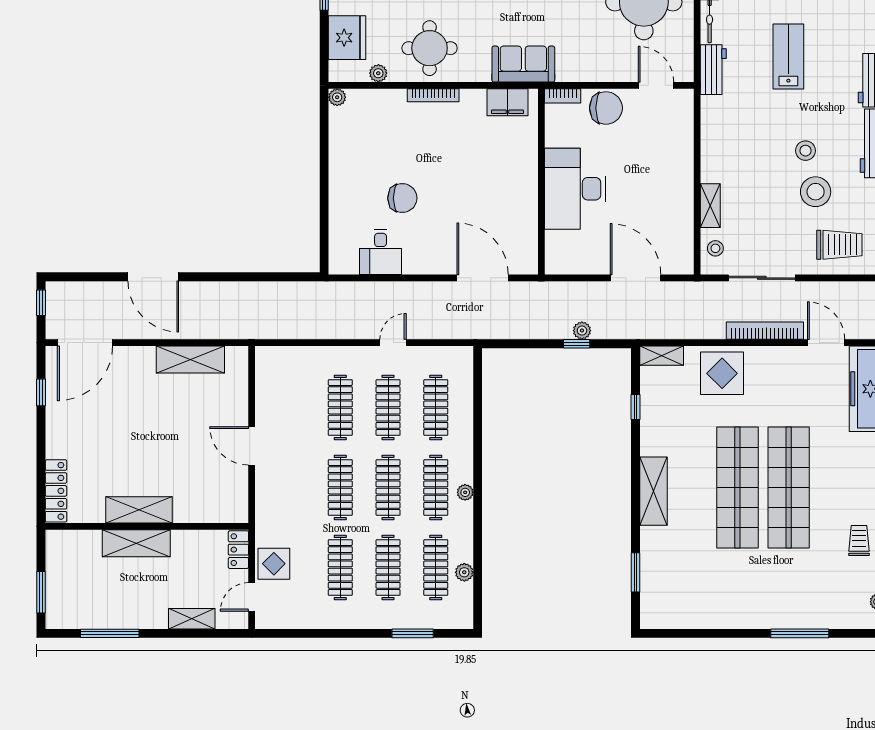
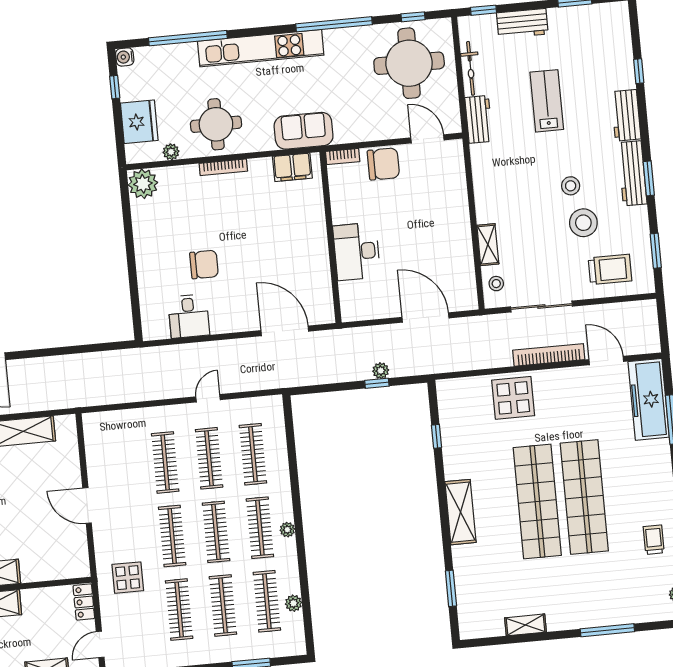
plant: (337, 97) -> (143, 184), width x1.88, depth x1.88
desk: (575, 189) -> (357, 251), width x0.73, depth x0.77
shelving: (662, 356) -> (525, 625), moved
display table: (274, 564) -> (128, 578), moved

